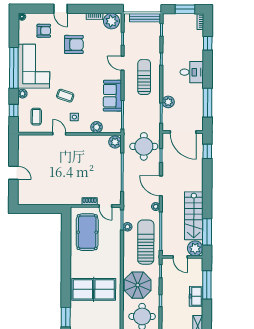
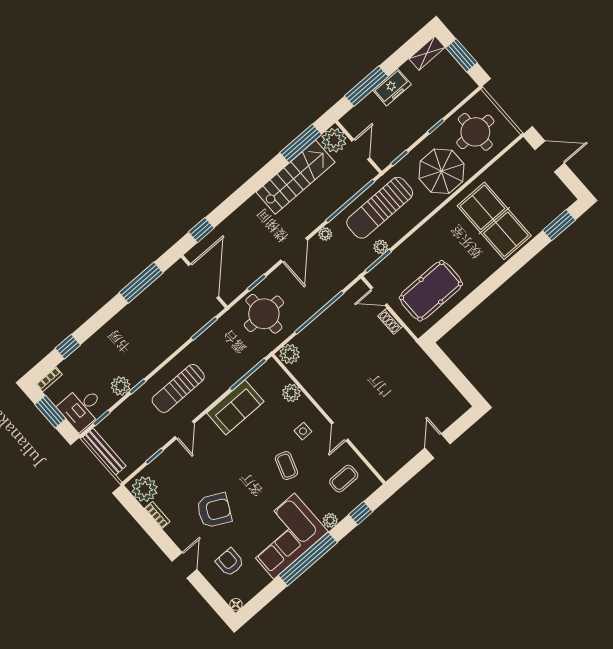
armchair: (74, 44) -> (214, 510), turned 117
desk: (192, 72) -> (82, 408), moved, turned -90
plant: (168, 102) -> (121, 386), moved
door: (105, 206) -> (379, 297), swing flipped

